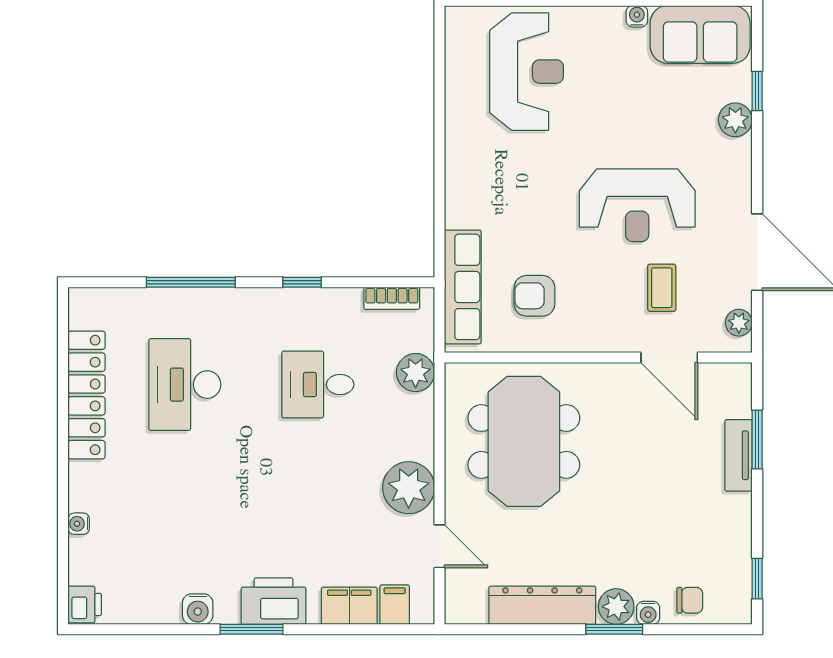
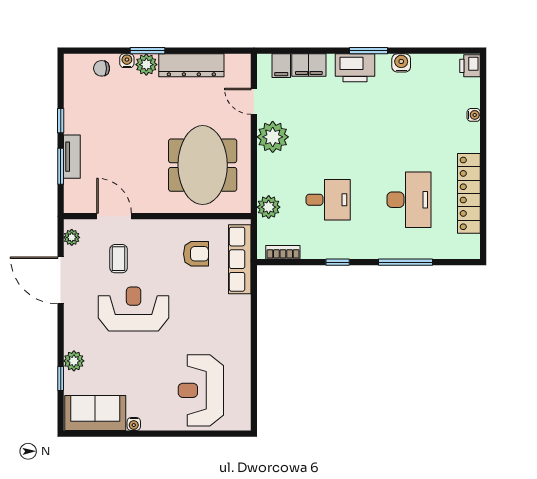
window: (757, 579) -> (61, 121), moved

